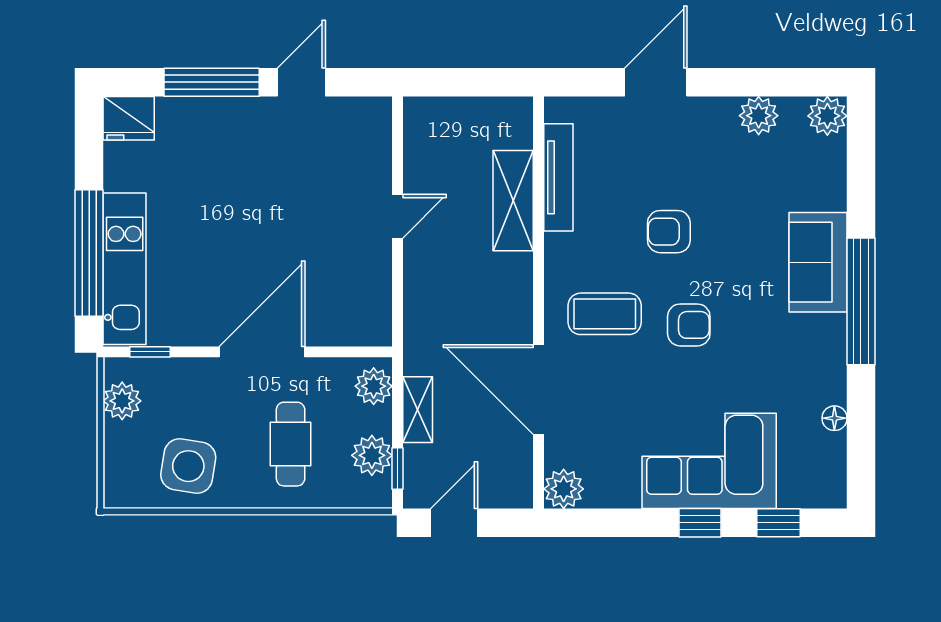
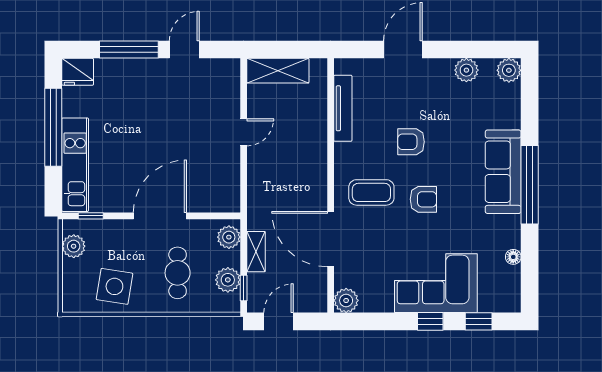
shelving: (513, 201) -> (278, 71), moved, turned 90
window: (89, 253) -> (53, 127), moved
sofa: (818, 262) -> (503, 172), width x1.36

